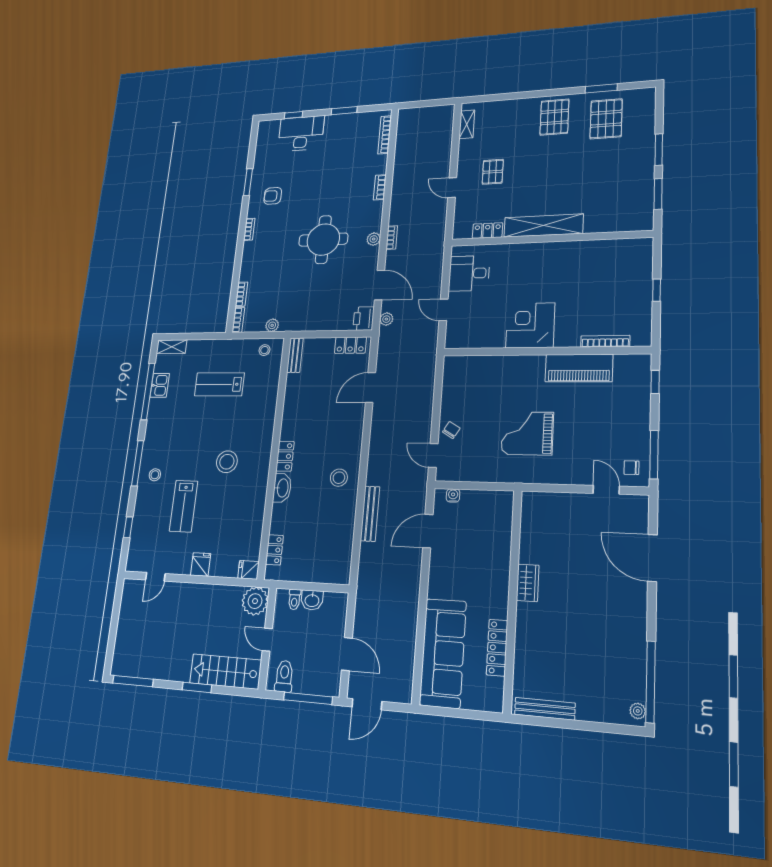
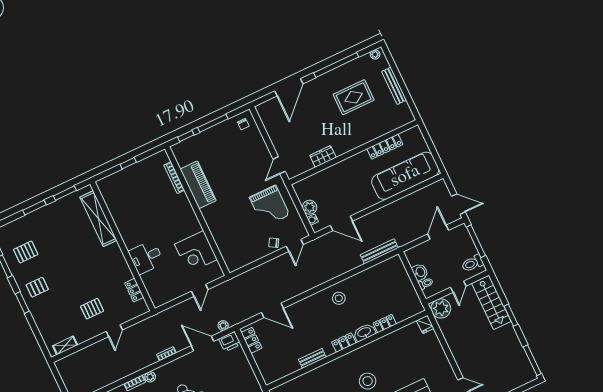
window: (545, 93) -> (22, 302), added
pallet: (554, 117) -> (37, 287), width x0.67, depth x0.71
pallet: (606, 119) -> (26, 252), width x0.67, depth x0.71
shelving: (543, 226) -> (98, 219), moved
plant: (374, 239) -> (150, 377), moved
desk: (469, 273) -> (146, 257), moved, turned 90
door: (379, 285) -> (203, 344), hinge flipped
corner desk: (530, 325) -> (196, 252), moved
bench: (295, 355) -> (312, 358), moved
grand piano: (527, 433) -> (270, 206), moved
window: (654, 455) -> (213, 123), moved
door: (606, 490) -> (279, 165), moved
plant: (471, 500) -> (310, 207), added
bench: (370, 514) -> (379, 251), moved
locker: (274, 550) -> (385, 324), moved
fridge: (201, 564) -> (439, 359), removed
wardrobe: (528, 583) -> (323, 156), moved
rug: (590, 643) -> (354, 97), added
window: (651, 682) -> (336, 65), moved
bench: (545, 709) -> (394, 86), moved

